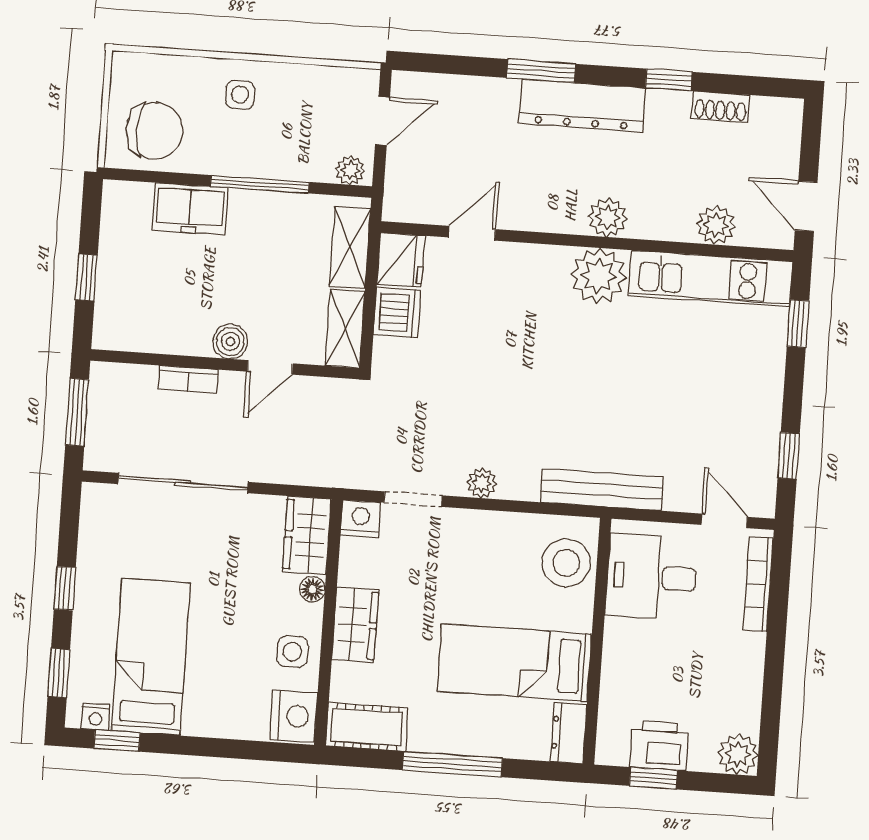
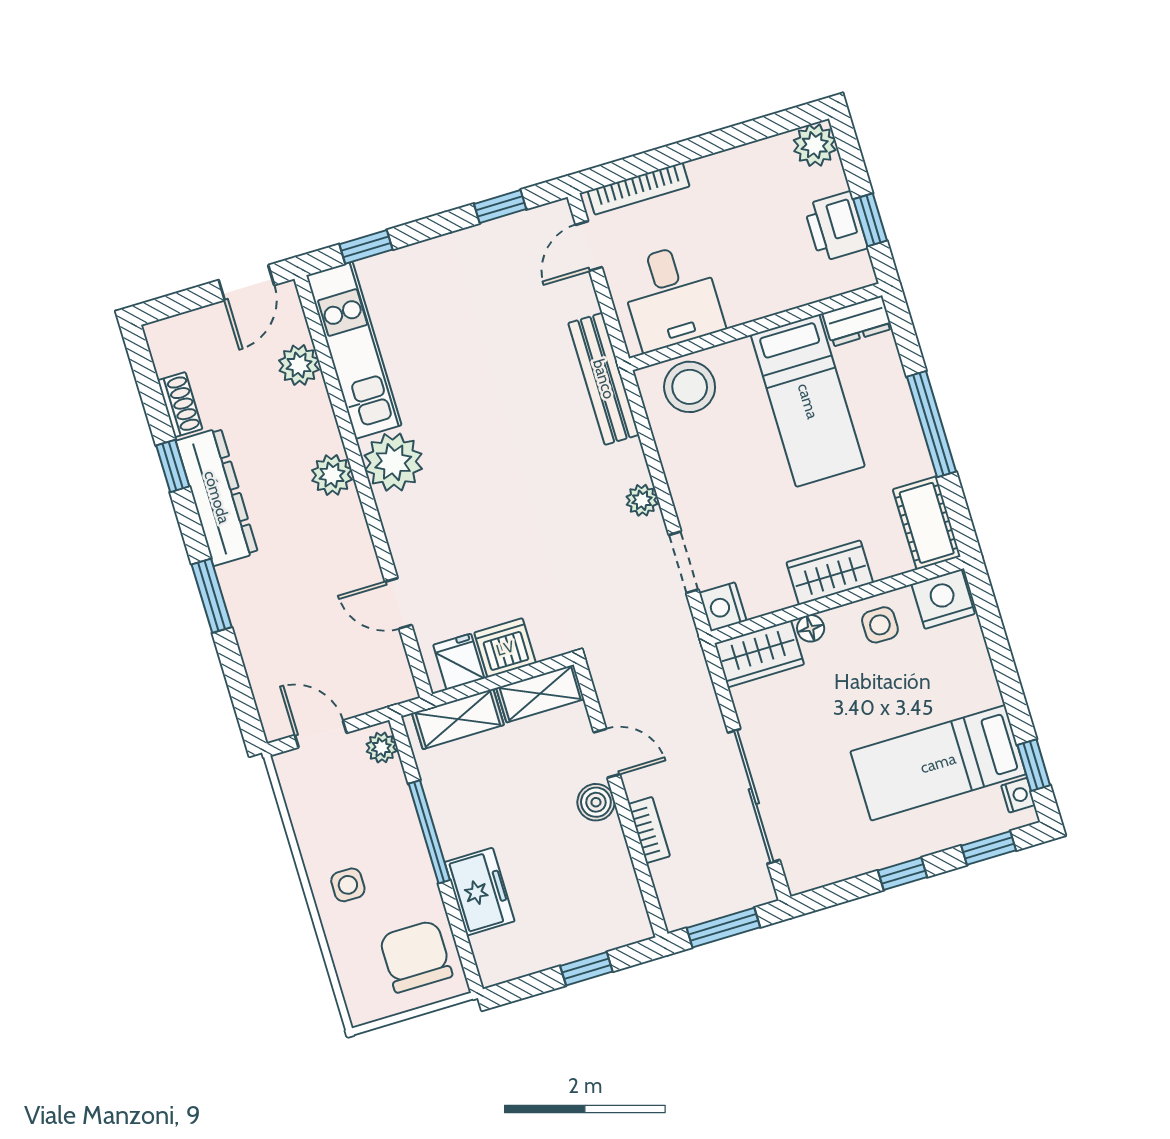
dresser: (582, 105) -> (217, 497), moved
fridge: (401, 260) -> (459, 662), width x0.72

